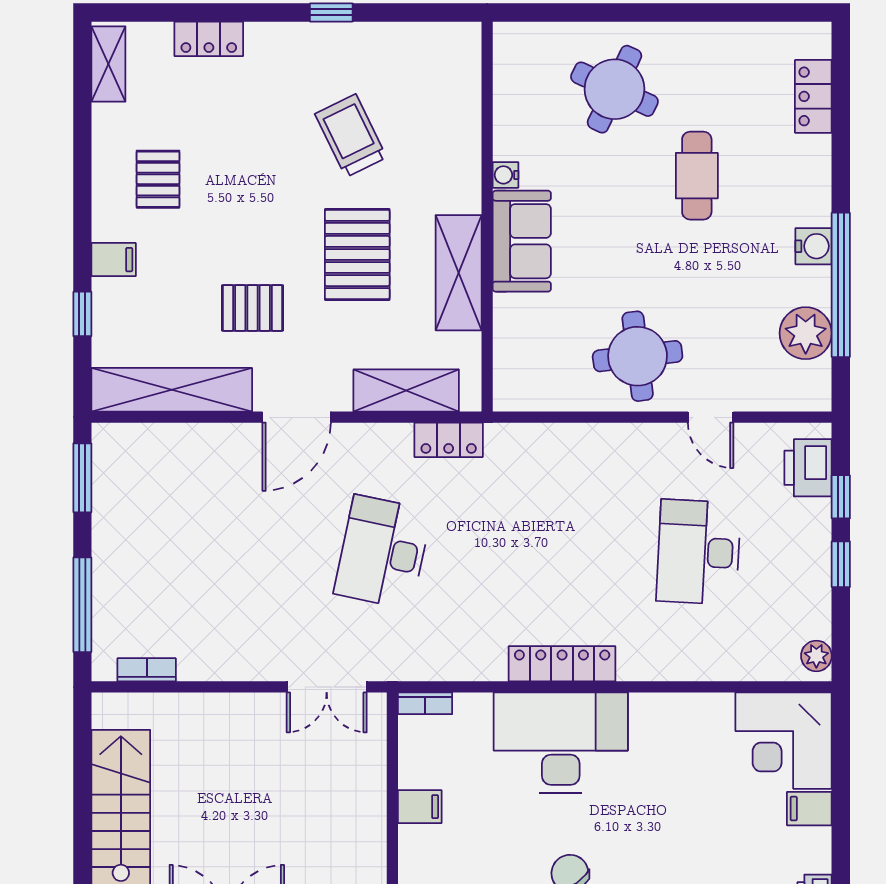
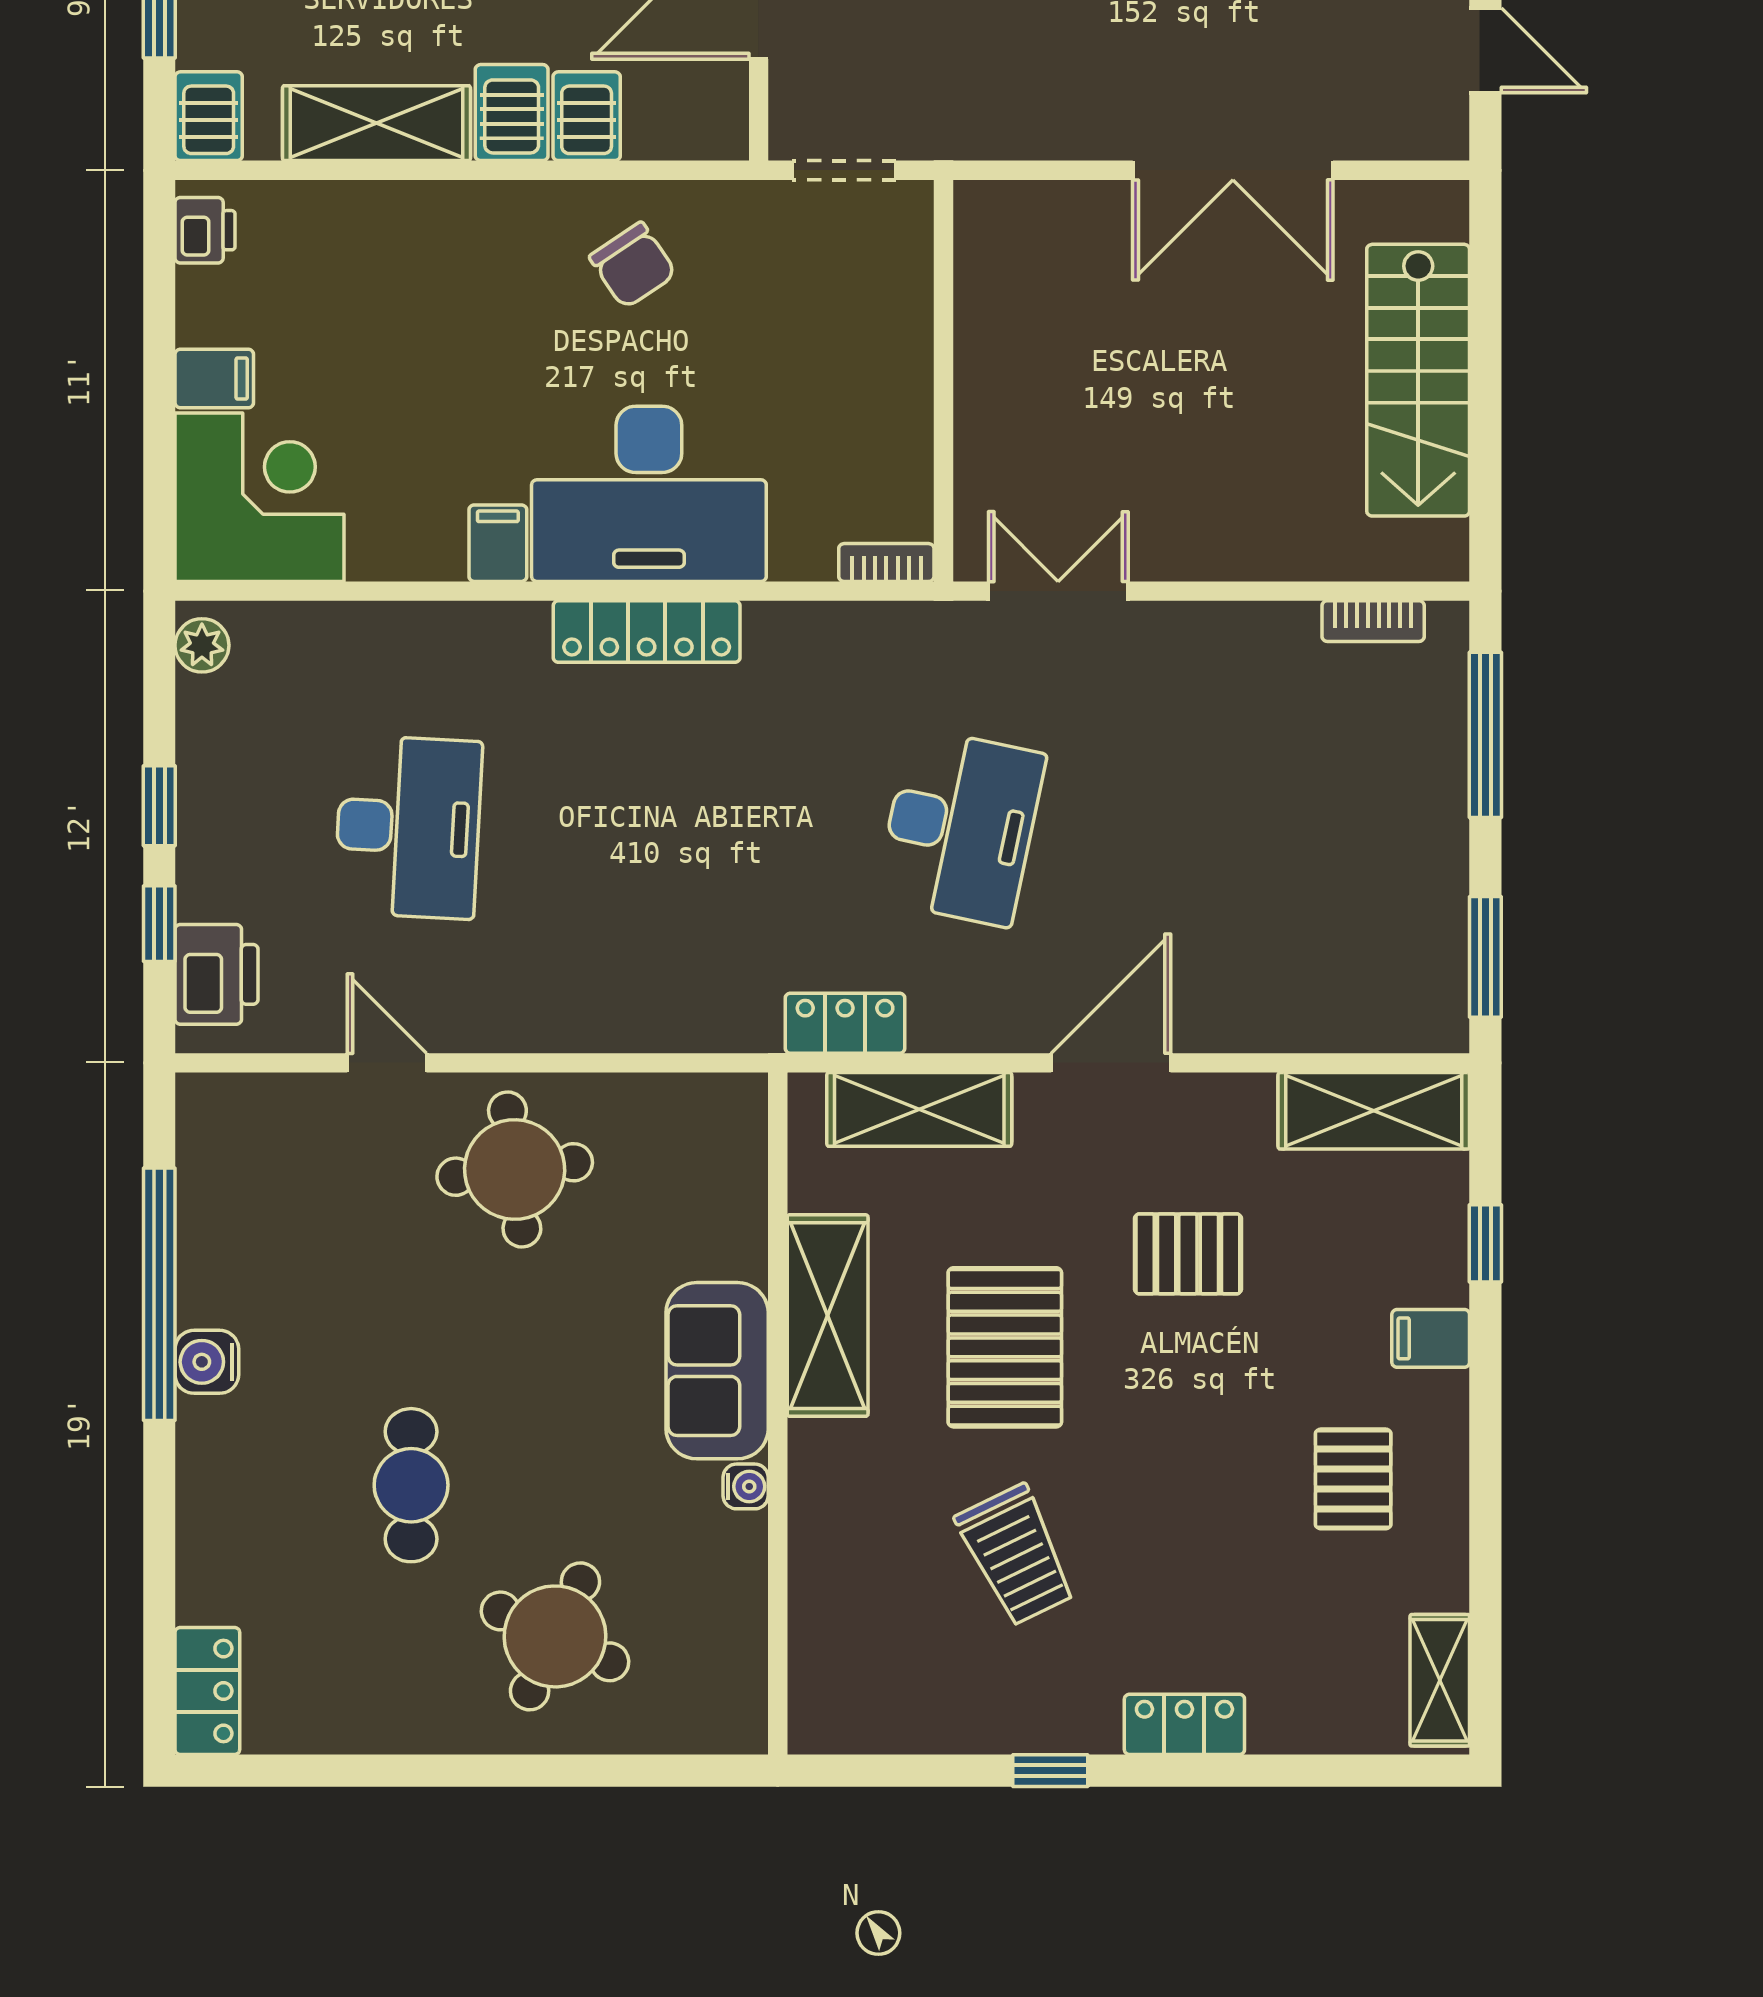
locker: (209, 39) -> (1184, 1724), moved
locker: (813, 96) -> (207, 1691), moved
plant: (806, 333) -> (221, 1210), removed
shelving: (172, 390) -> (1374, 1111), width x0.68
filing cabinet: (420, 807) -> (498, 543), moved, turned 90

